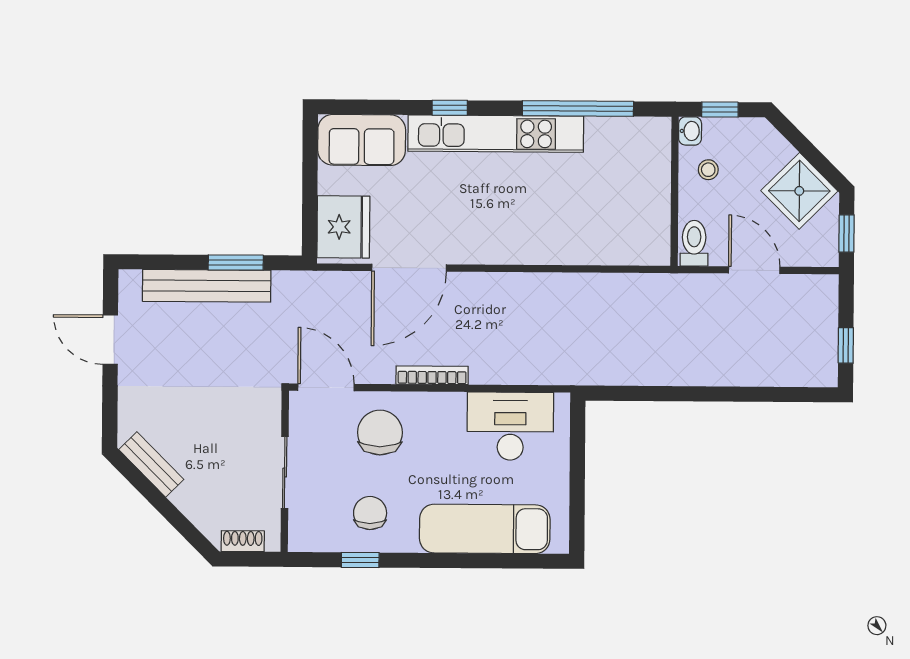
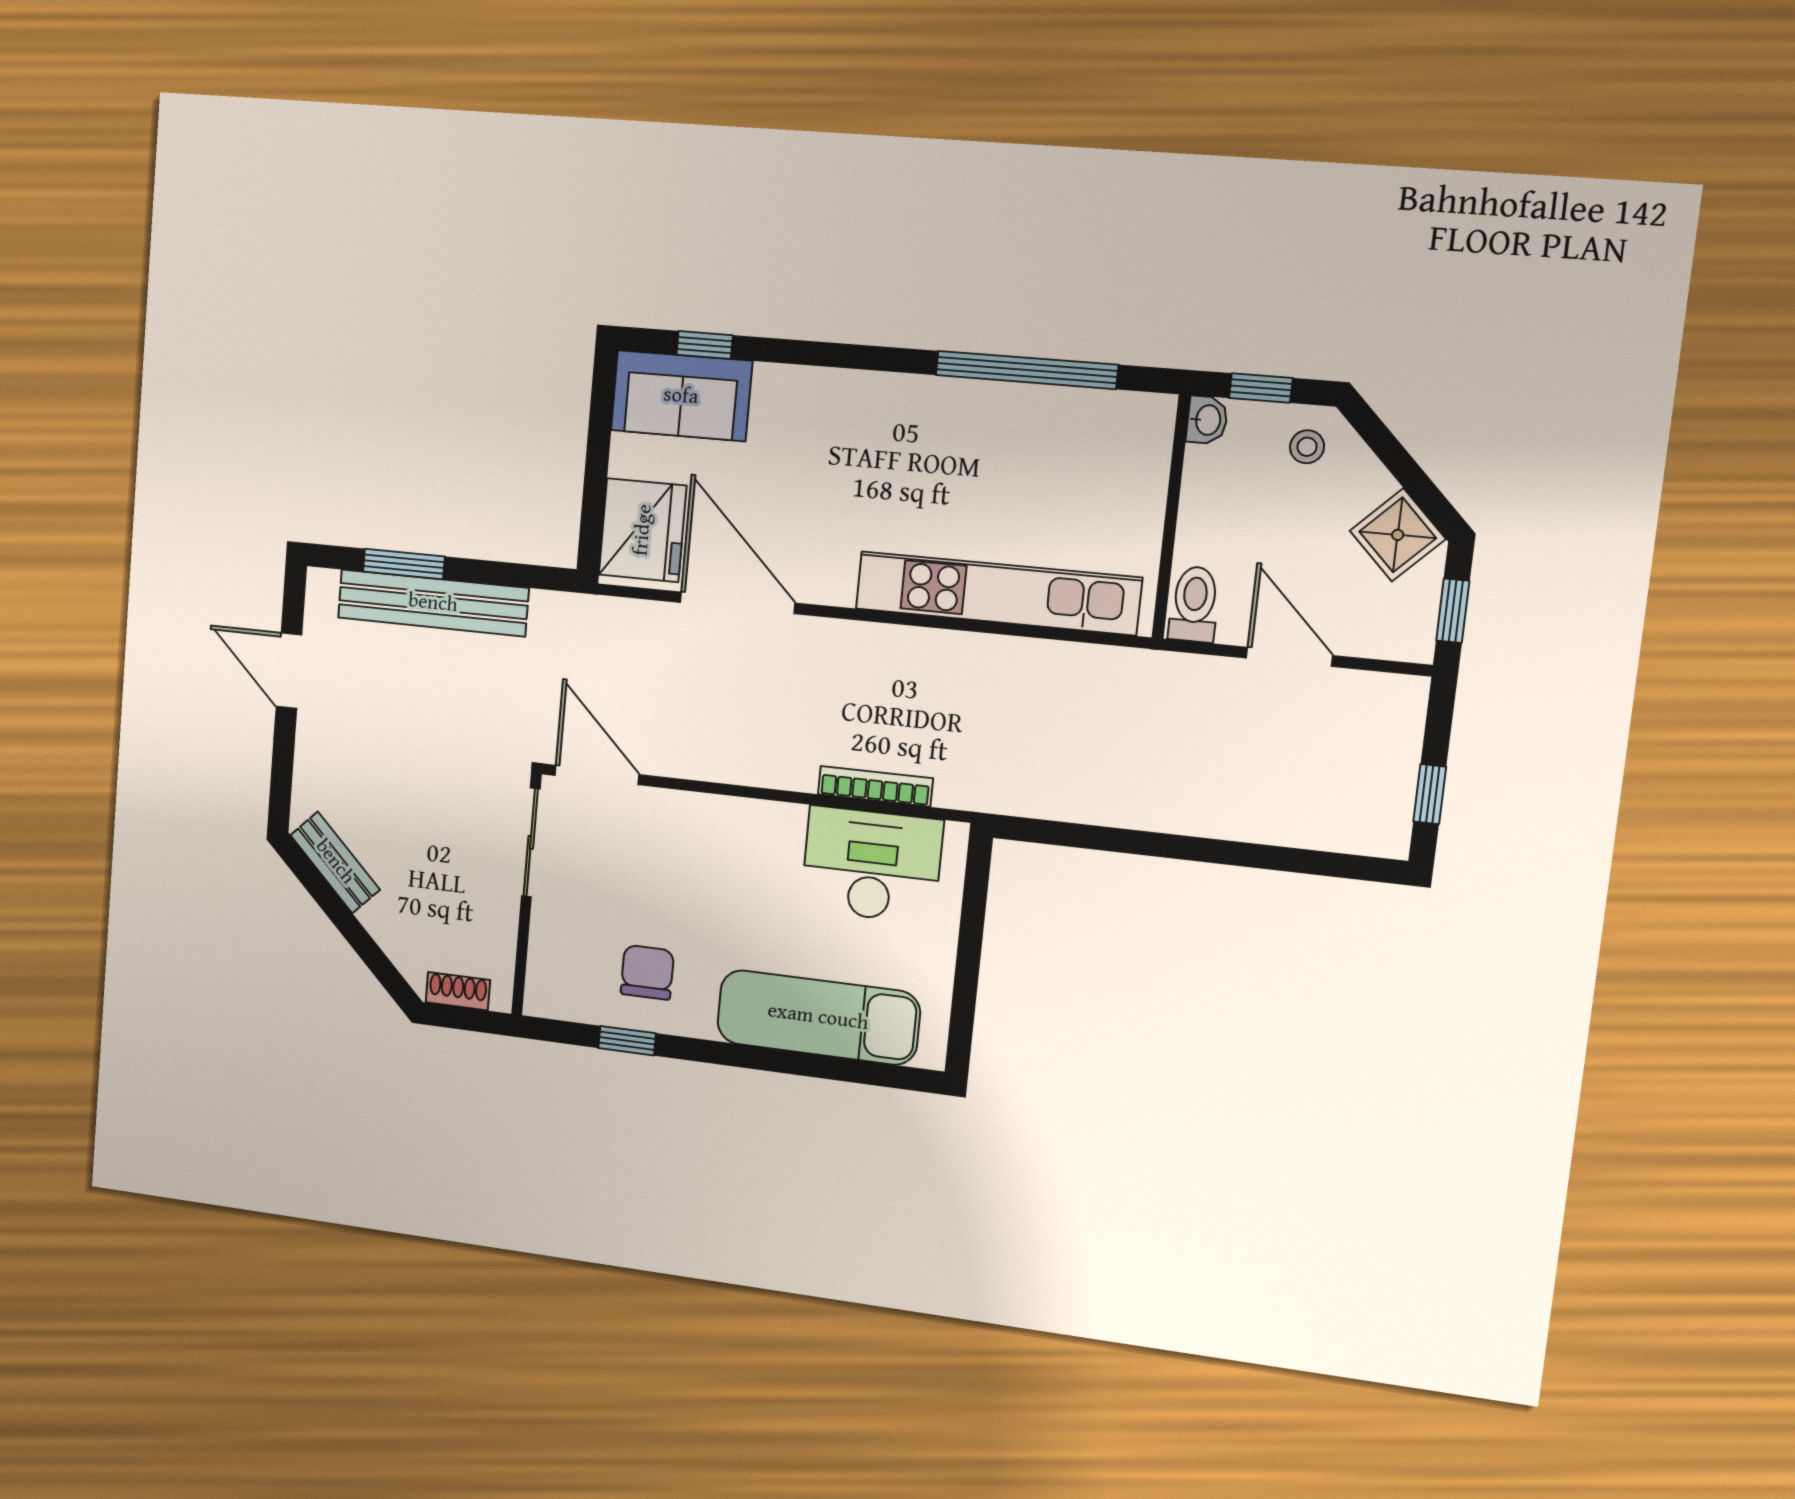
window: (450, 108) -> (705, 345), moved
kitchen unit: (496, 134) -> (998, 593), moved, turned 180
stool: (708, 170) -> (1307, 447), moved
shower: (799, 191) -> (1398, 535), width x0.73, depth x0.73
window: (236, 263) -> (404, 564), moved
door: (409, 268) -> (737, 603), swing flipped
bookcase: (432, 375) -> (875, 786), moved
chair: (380, 433) -> (672, 853), removed
sliding door: (285, 473) -> (531, 842), moved

